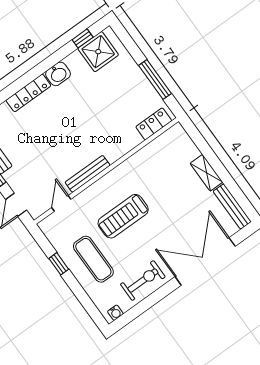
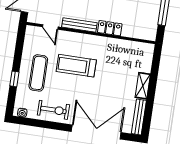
locker: (154, 124) -> (110, 28), moved
door: (61, 203) -> (50, 27), swing flipped
window: (59, 264) -> (14, 79), moved

